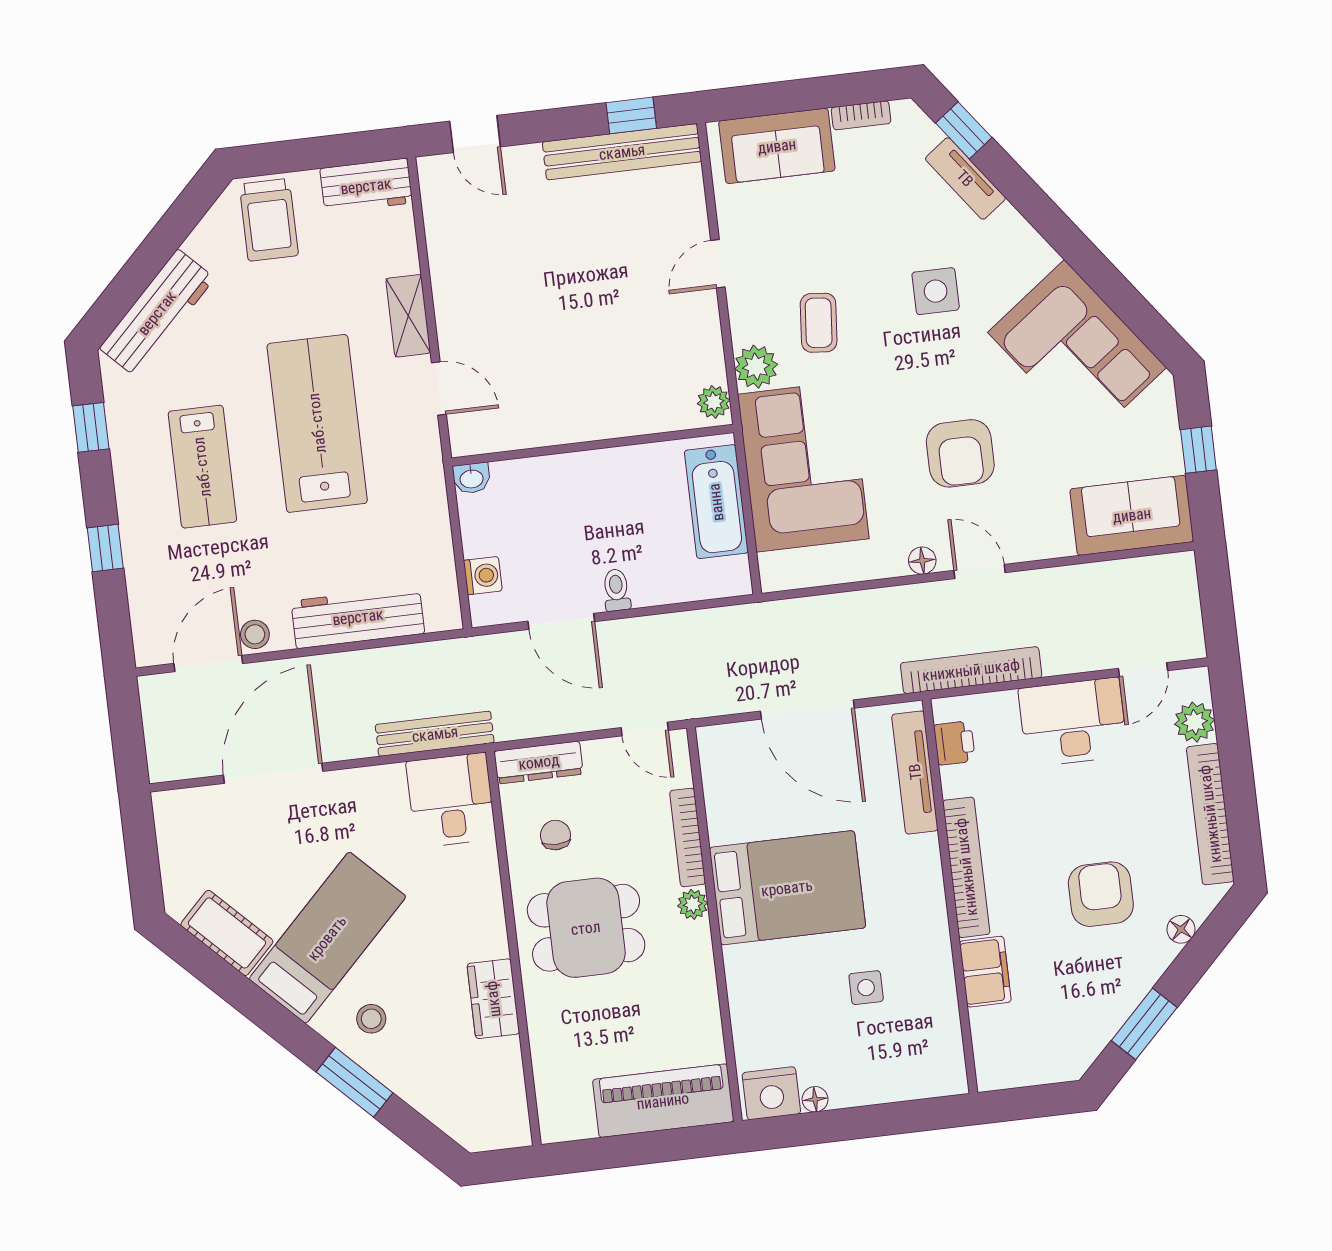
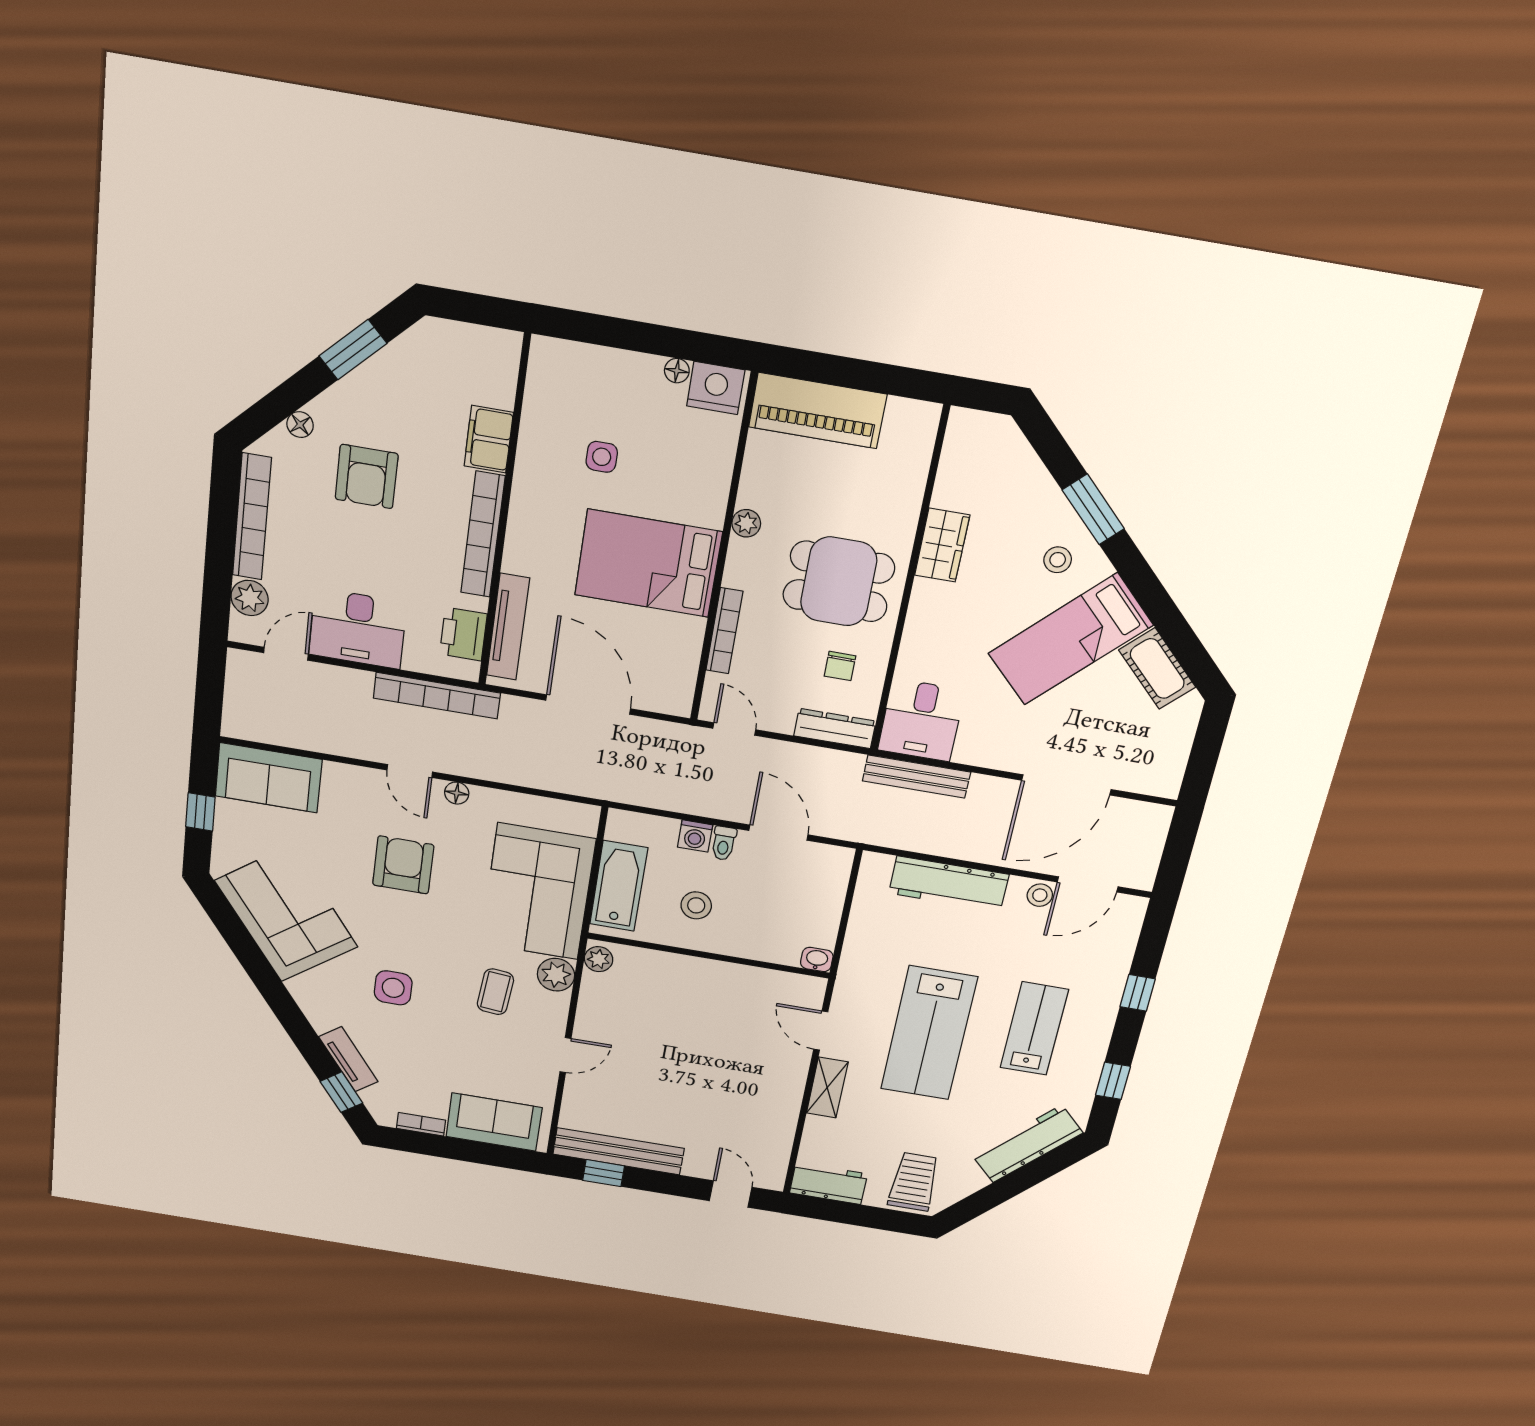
stool: (624, 504) -> (696, 905), added
washing machine: (483, 576) -> (695, 836), moved, turned -90
printer: (954, 743) -> (463, 634), width x1.36, depth x1.24
plant: (693, 904) -> (746, 523), moved

